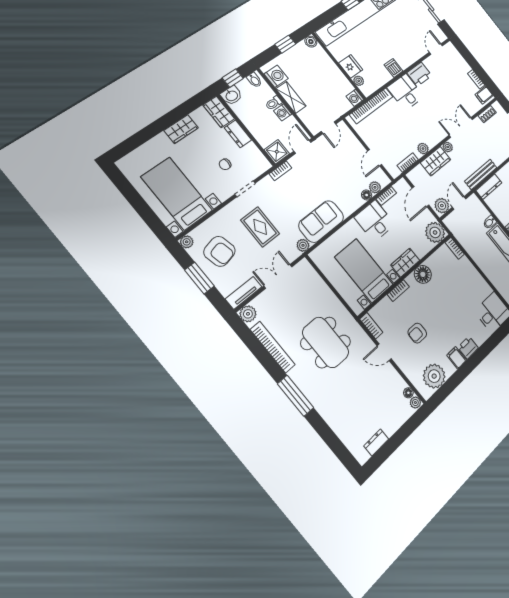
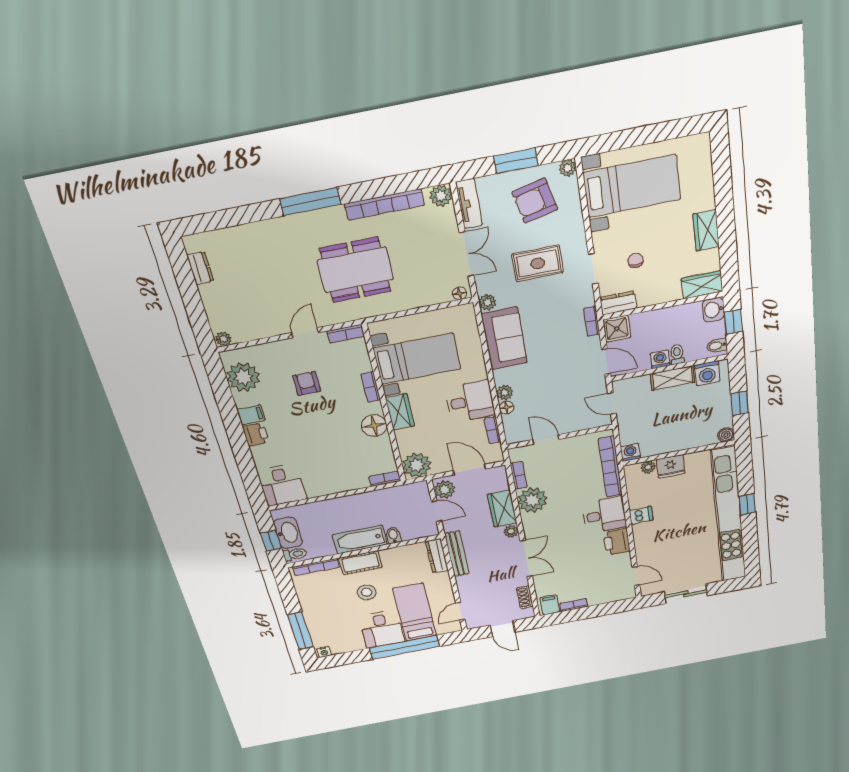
dresser: (238, 134) -> (618, 303), moved
plant: (423, 149) -> (532, 500), width x1.88, depth x1.88
plant: (375, 187) -> (505, 393), moved
floor lamp: (408, 393) -> (460, 293), moved

